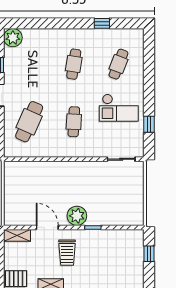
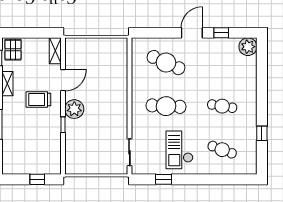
cafe table: (74, 122) -> (166, 106), width x1.37, depth x1.35

